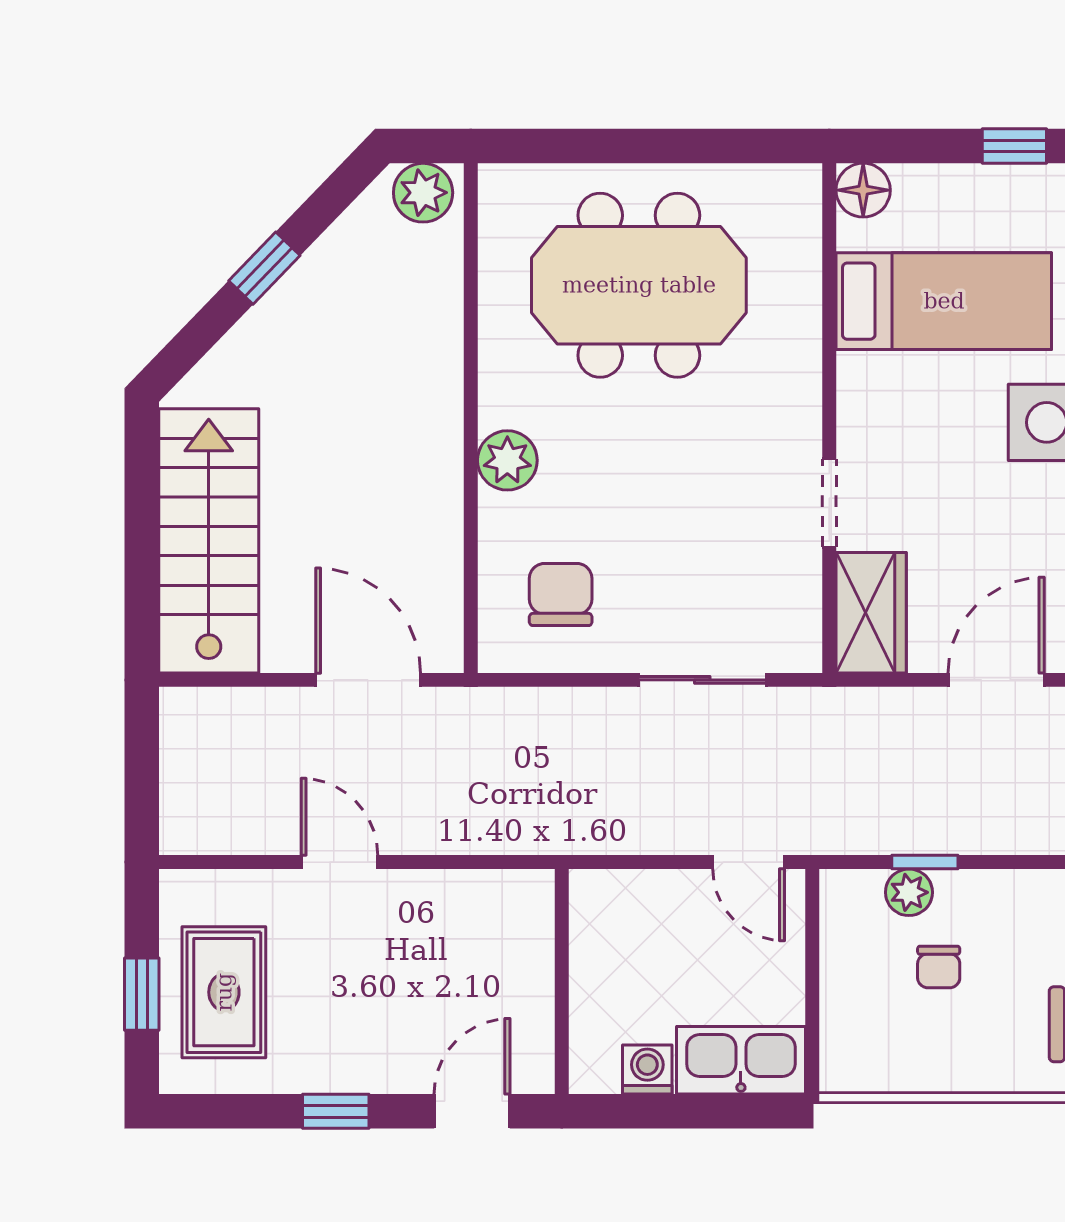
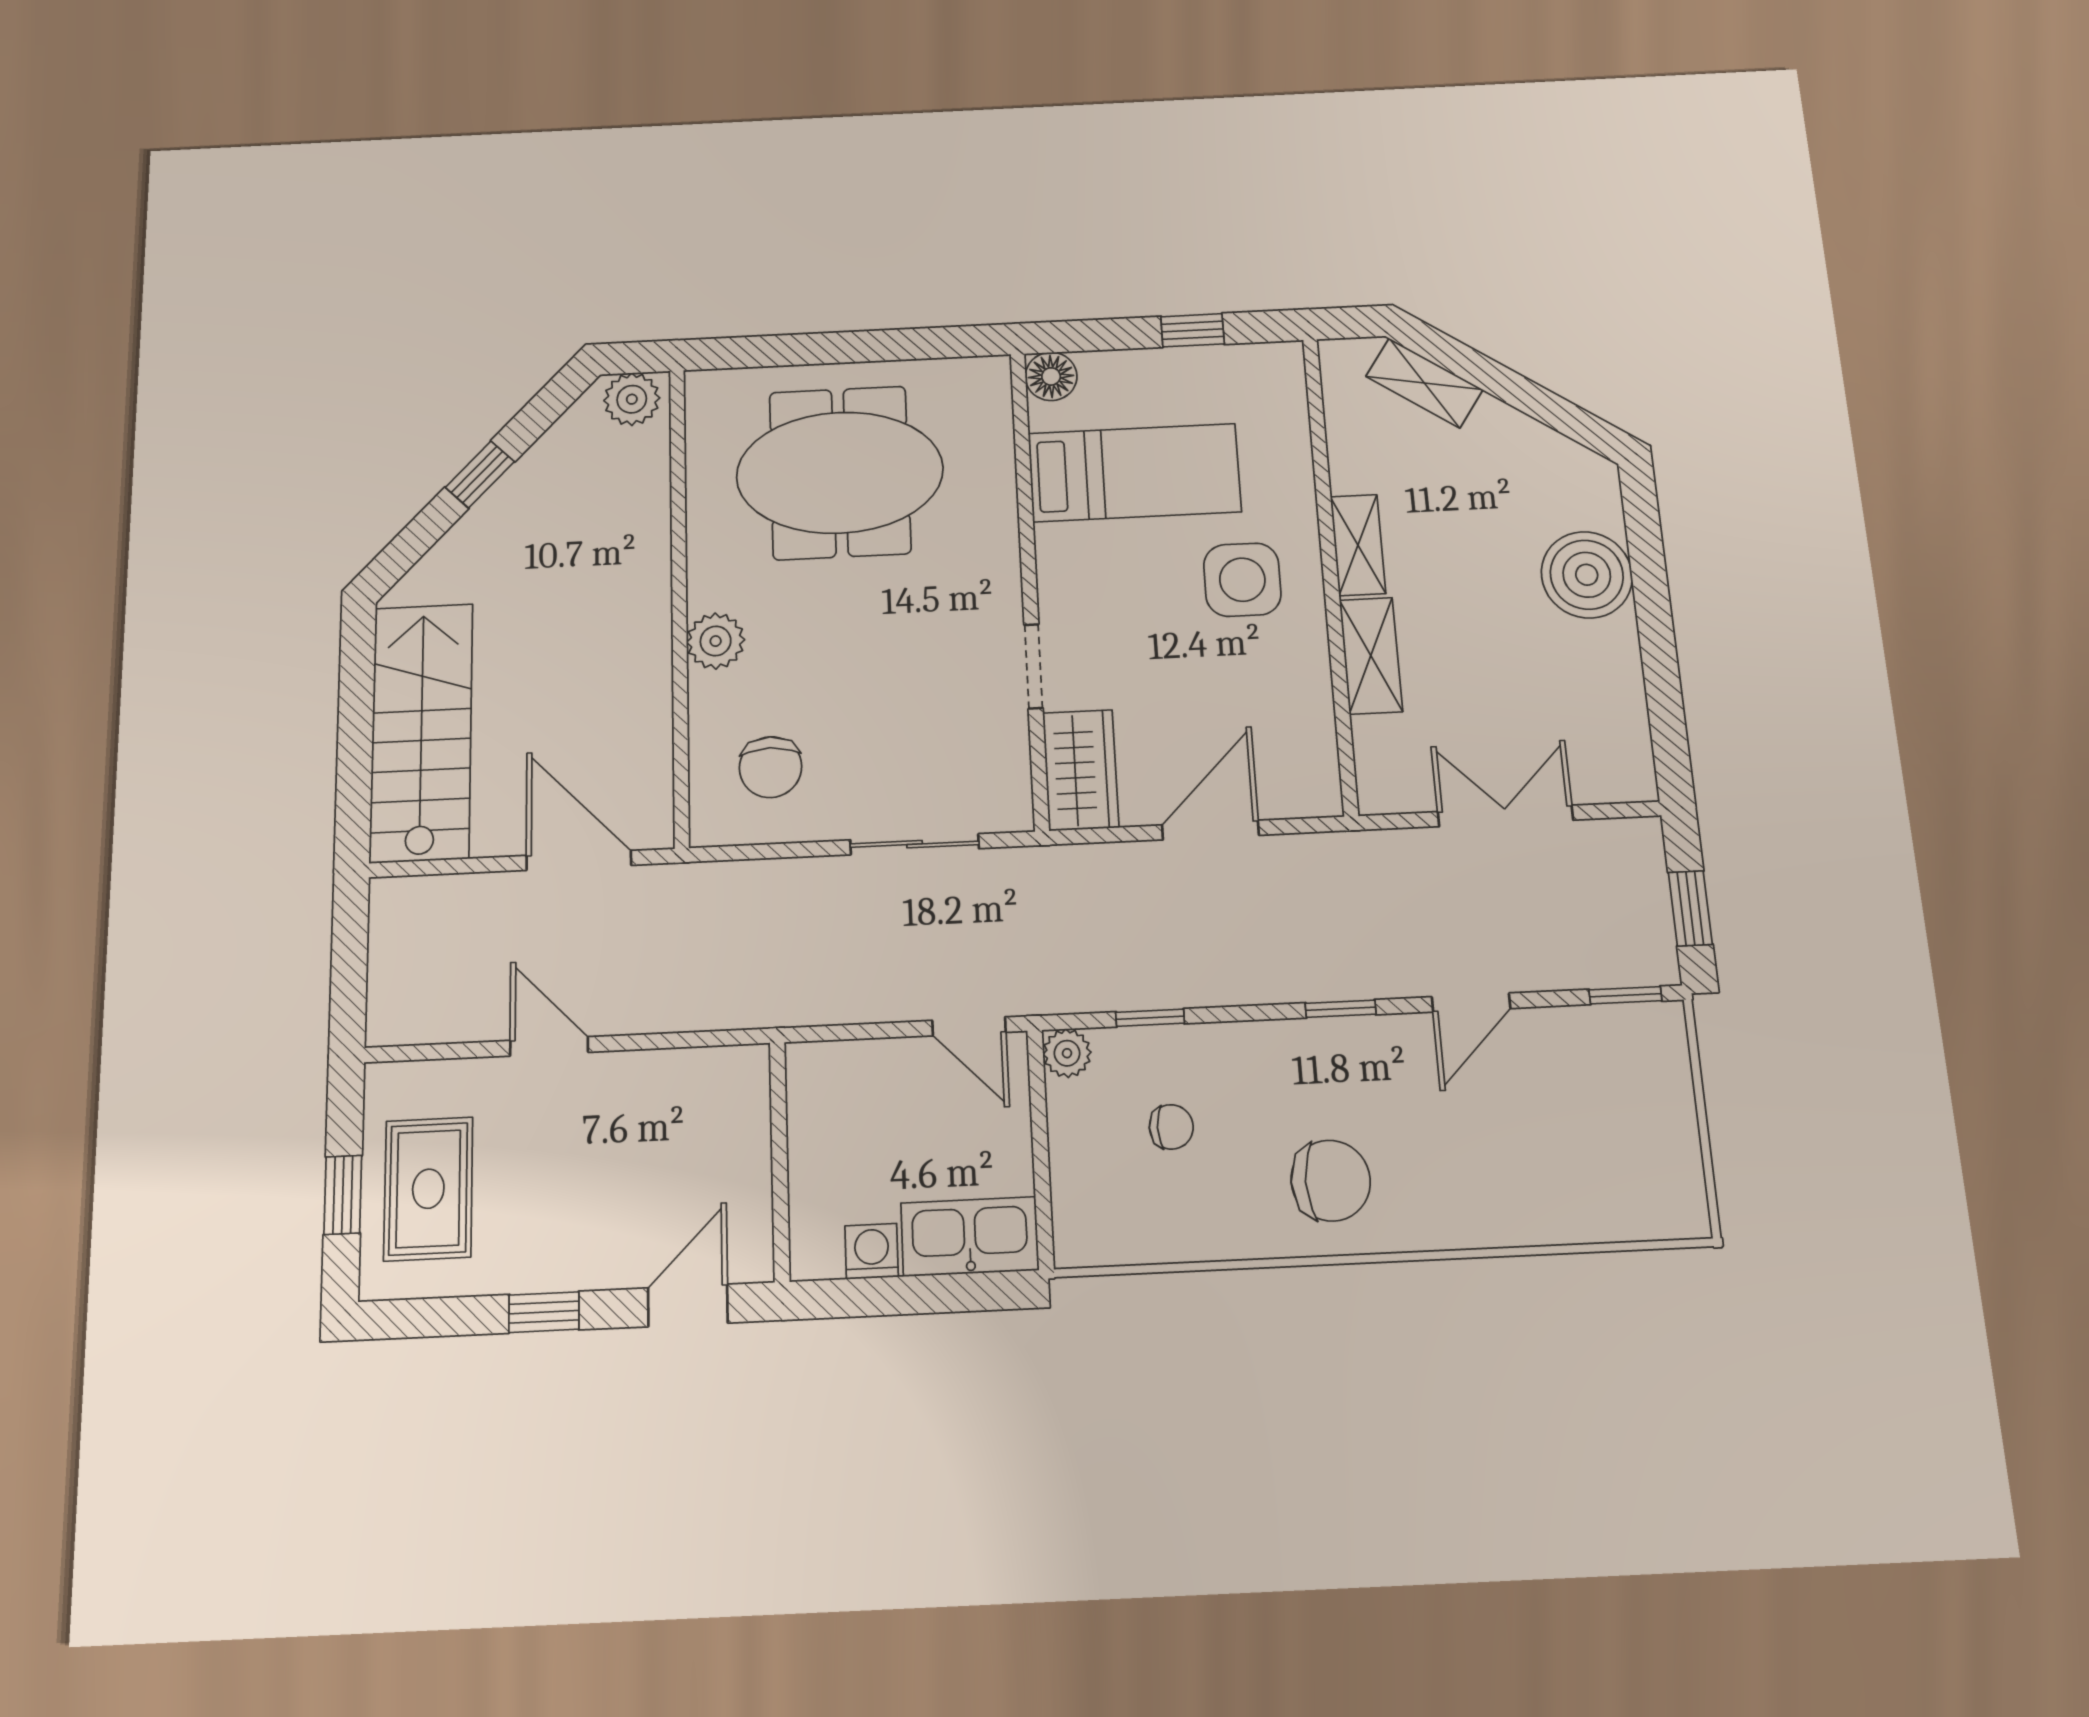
chair: (561, 595) -> (771, 767), turned 180
plant: (909, 892) -> (1067, 1053), moved
chair: (939, 967) -> (1171, 1127), turned -90

